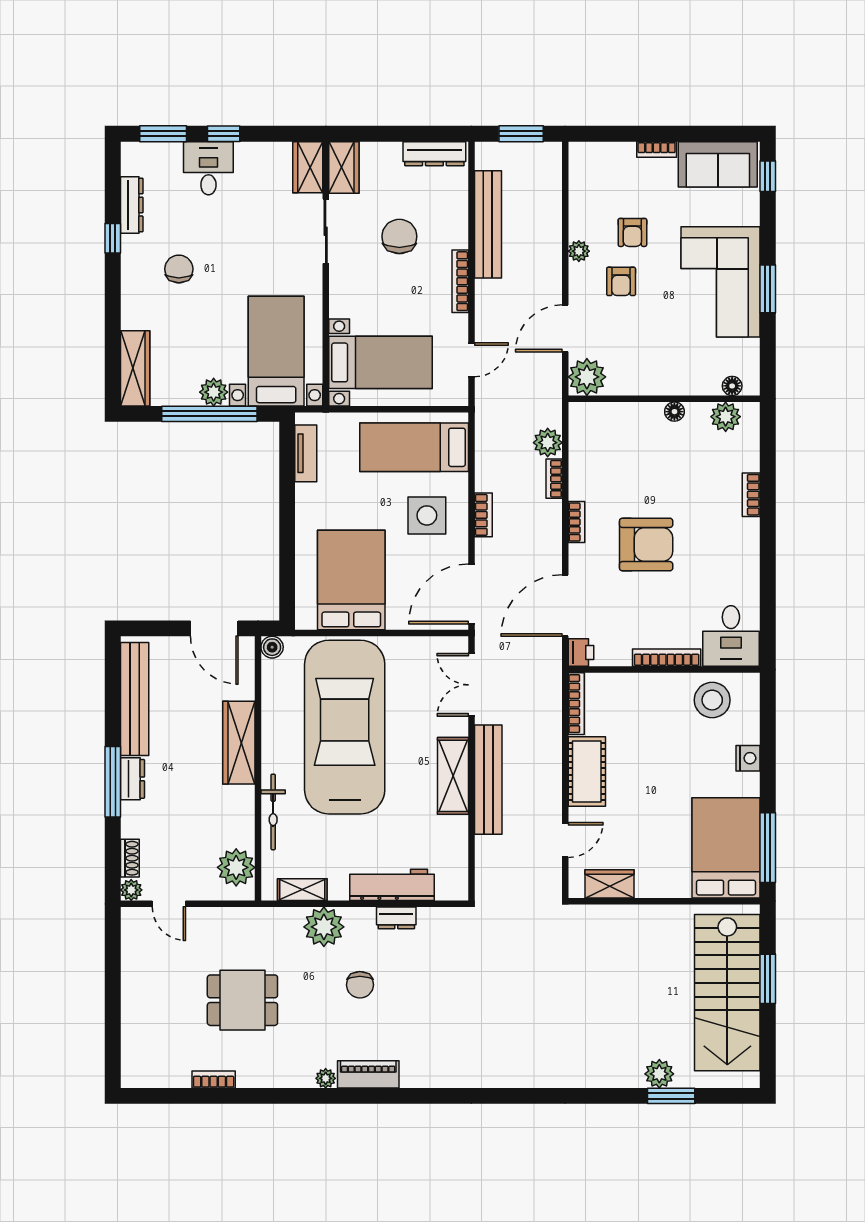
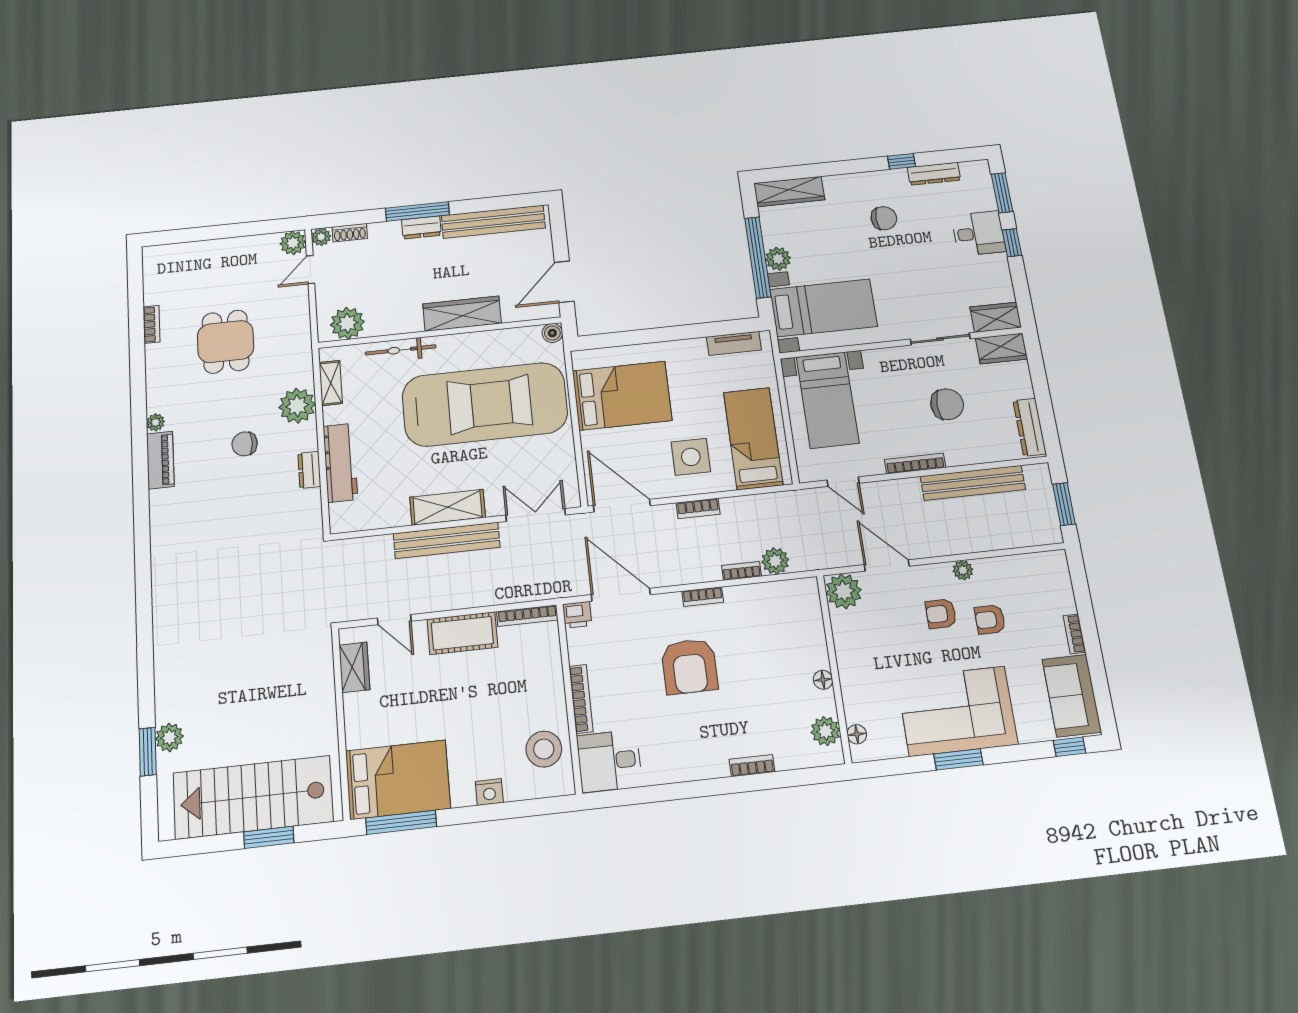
plant: (135, 921) -> (293, 243), added

